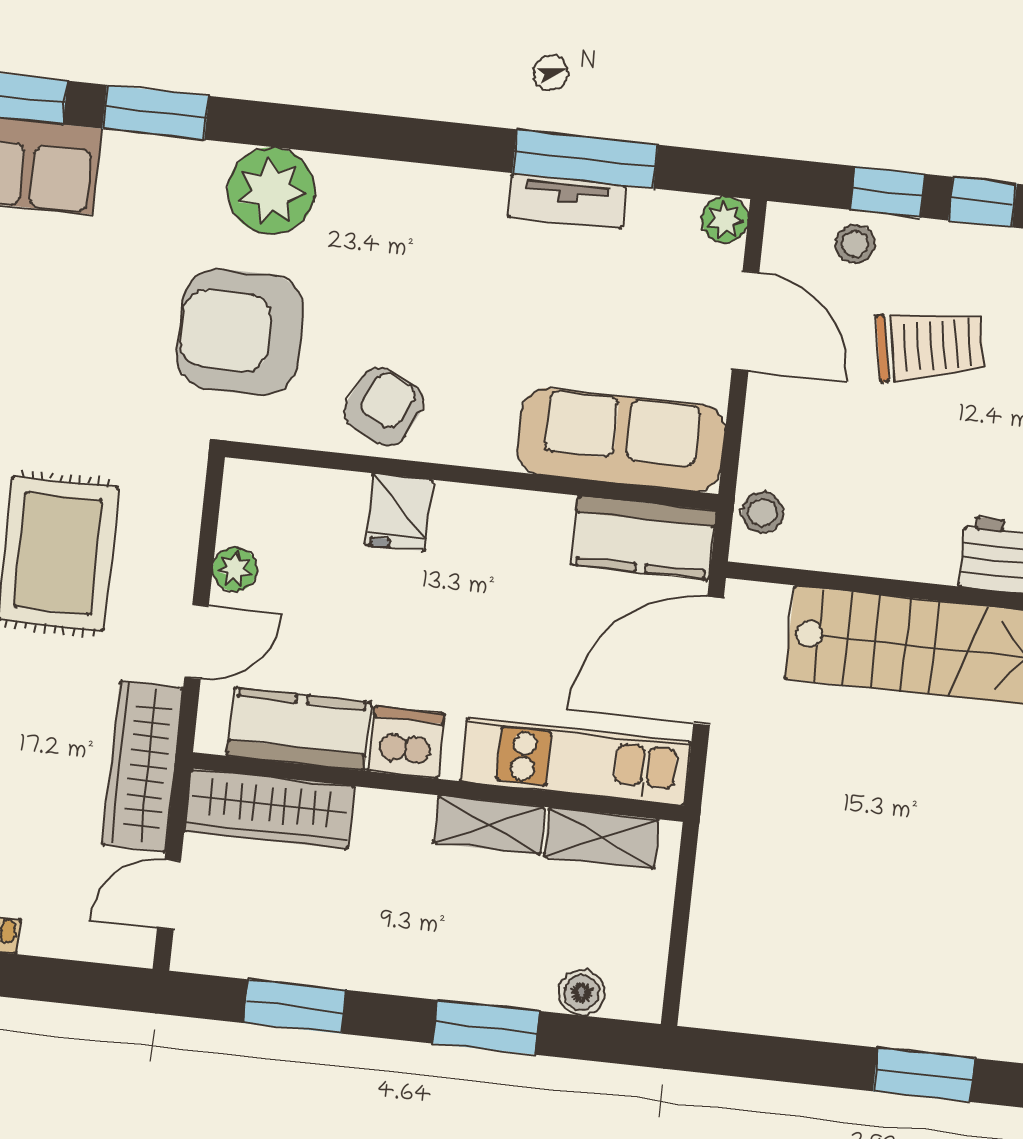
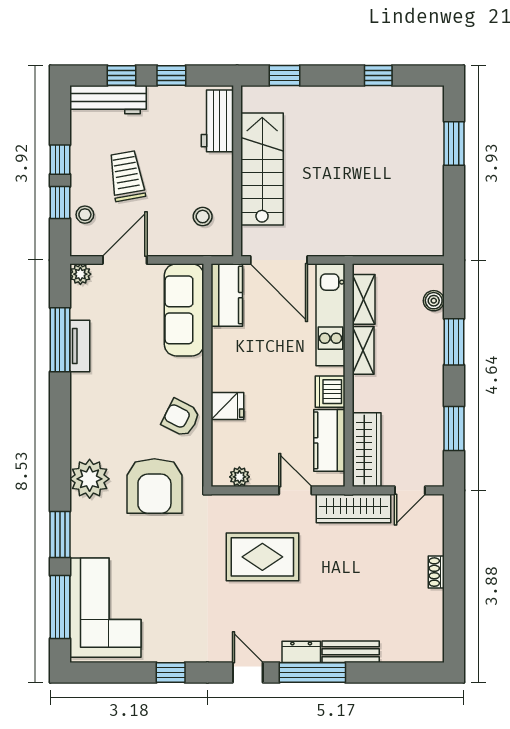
stool: (762, 512) -> (203, 217), moved
plant: (235, 569) -> (239, 477), moved
door: (169, 895) -> (410, 490), hinge flipped

